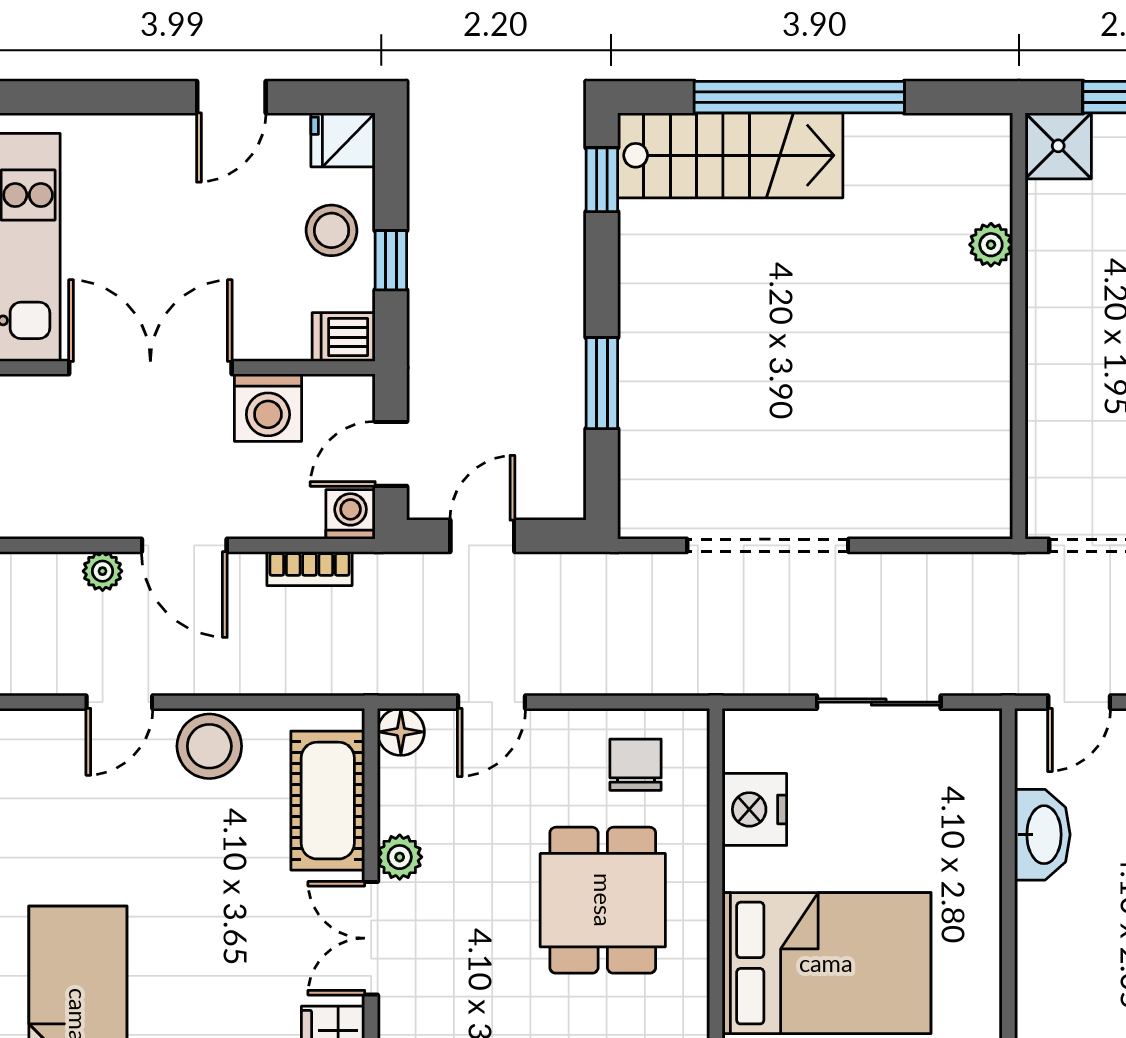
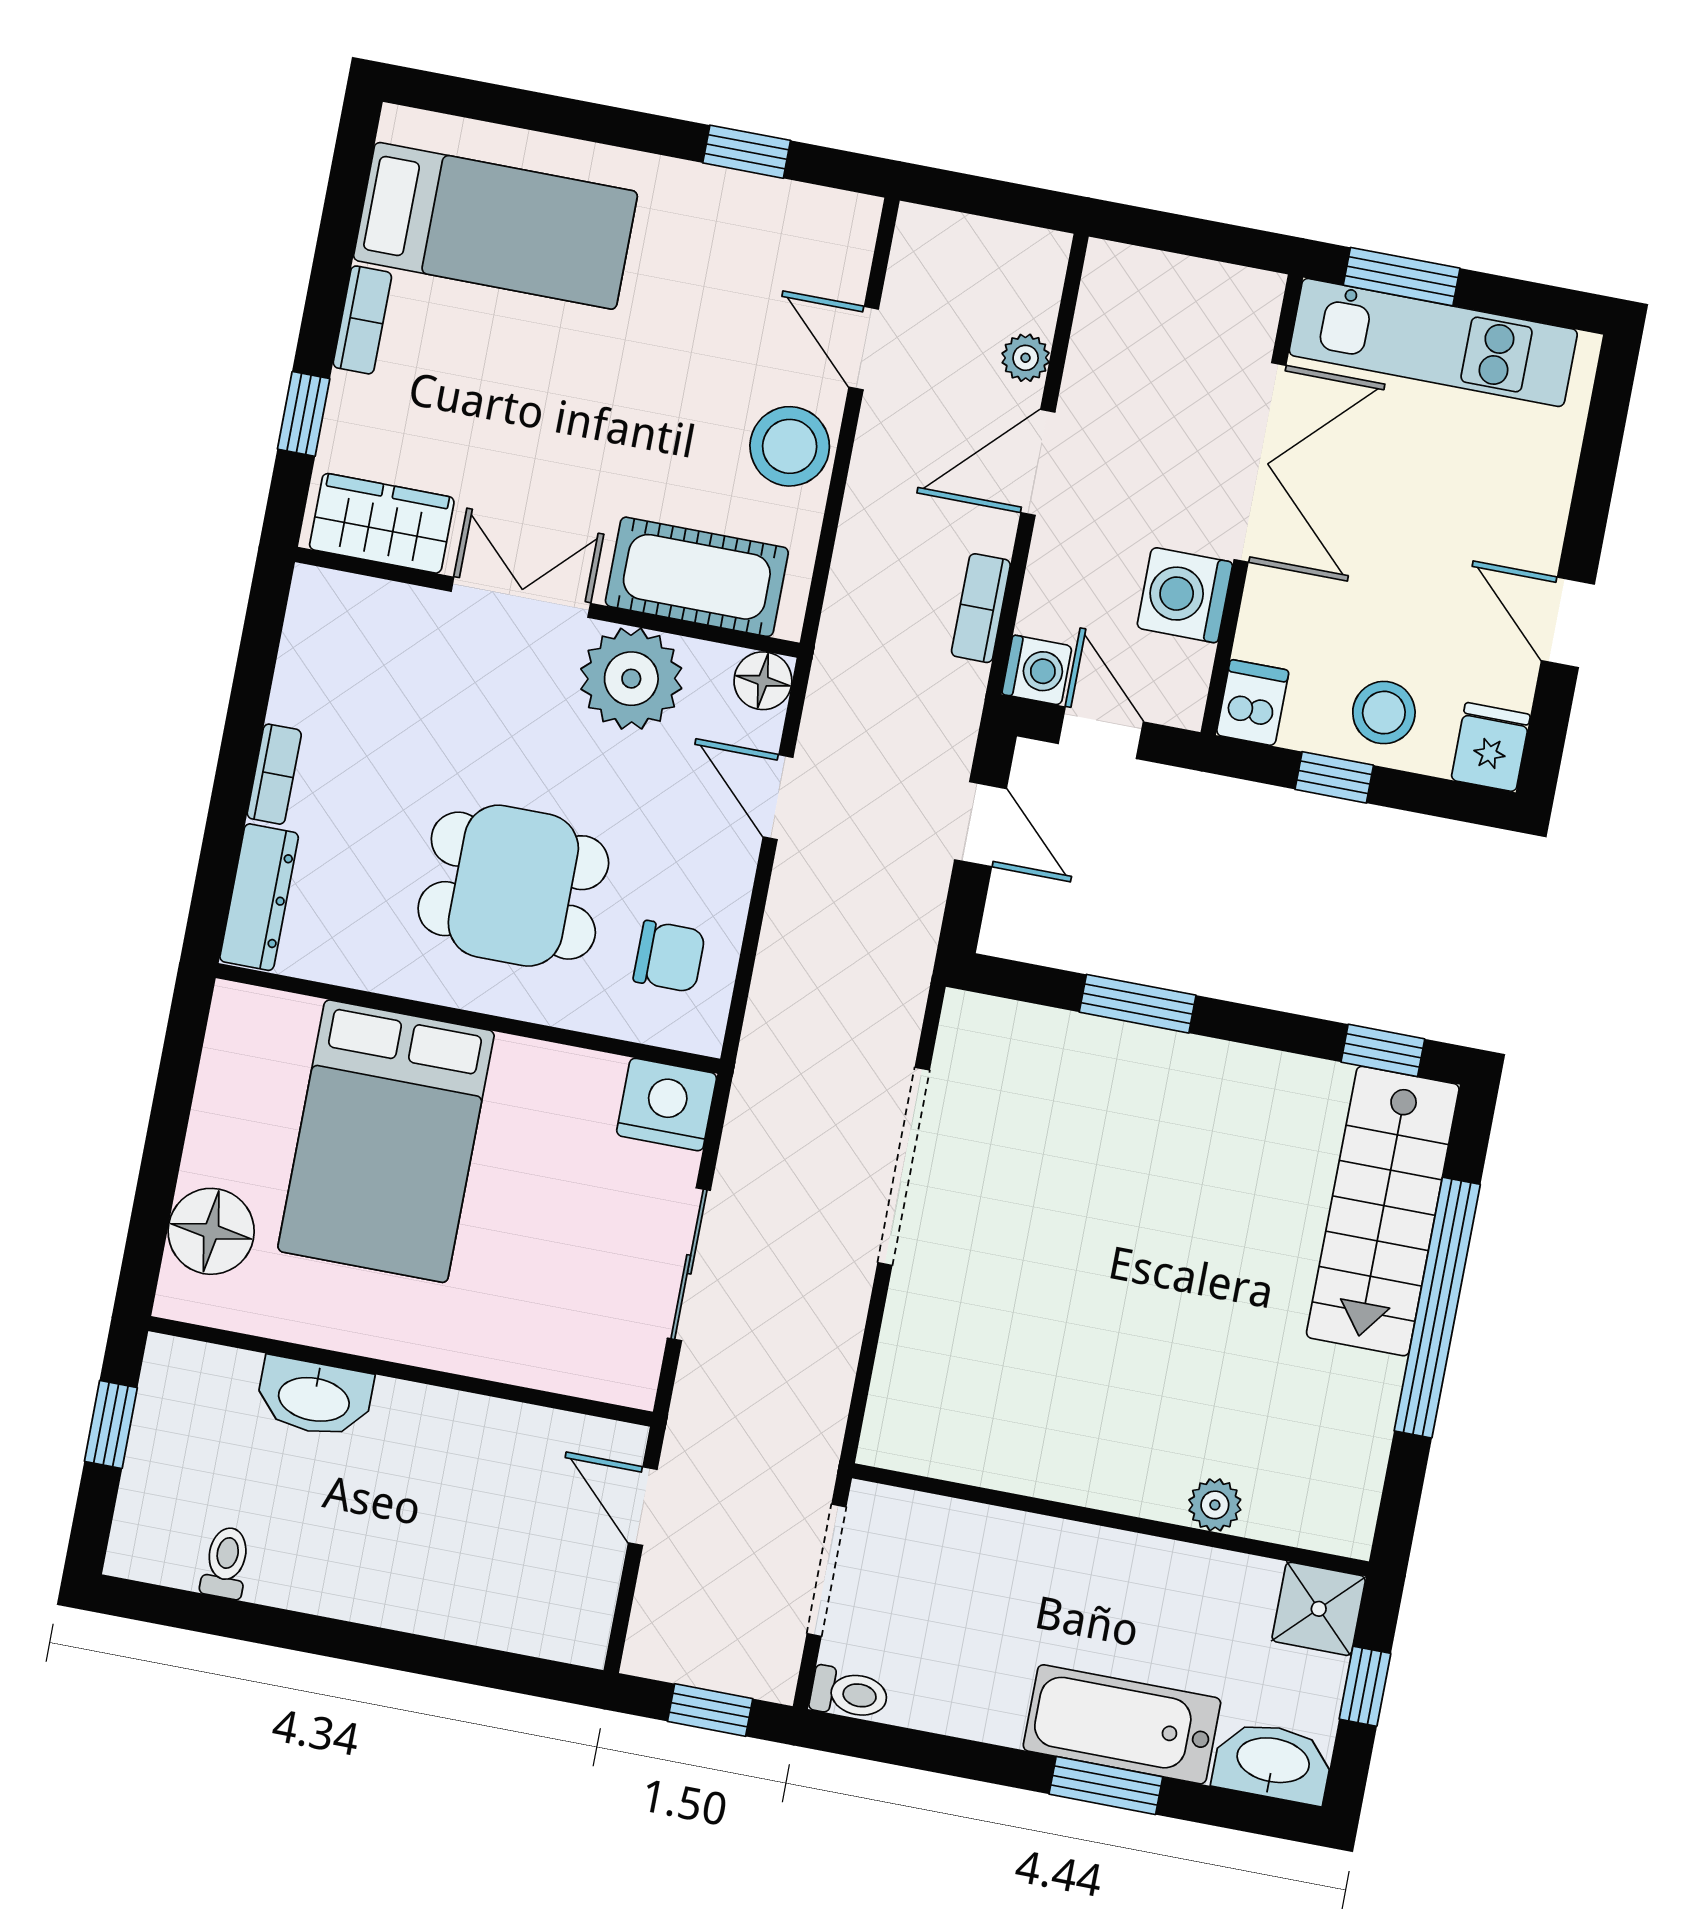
nightstand: (754, 809) -> (667, 1104), moved
washbasin: (1042, 835) -> (314, 1397), moved
plant: (400, 857) -> (631, 679), width x1.88, depth x1.88

